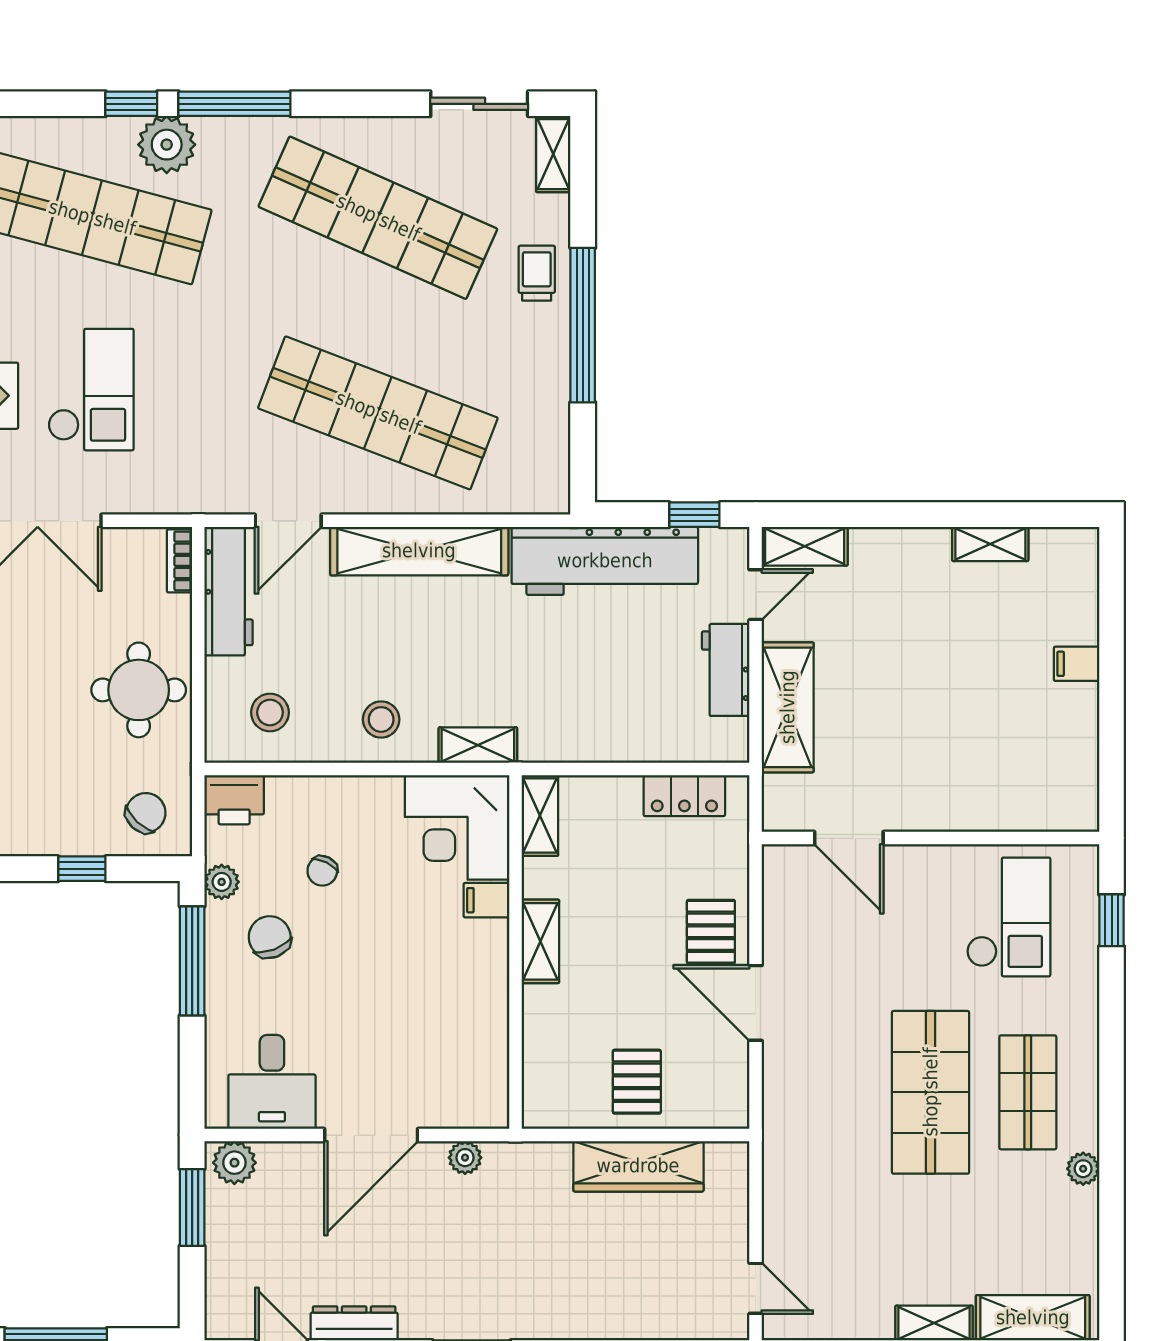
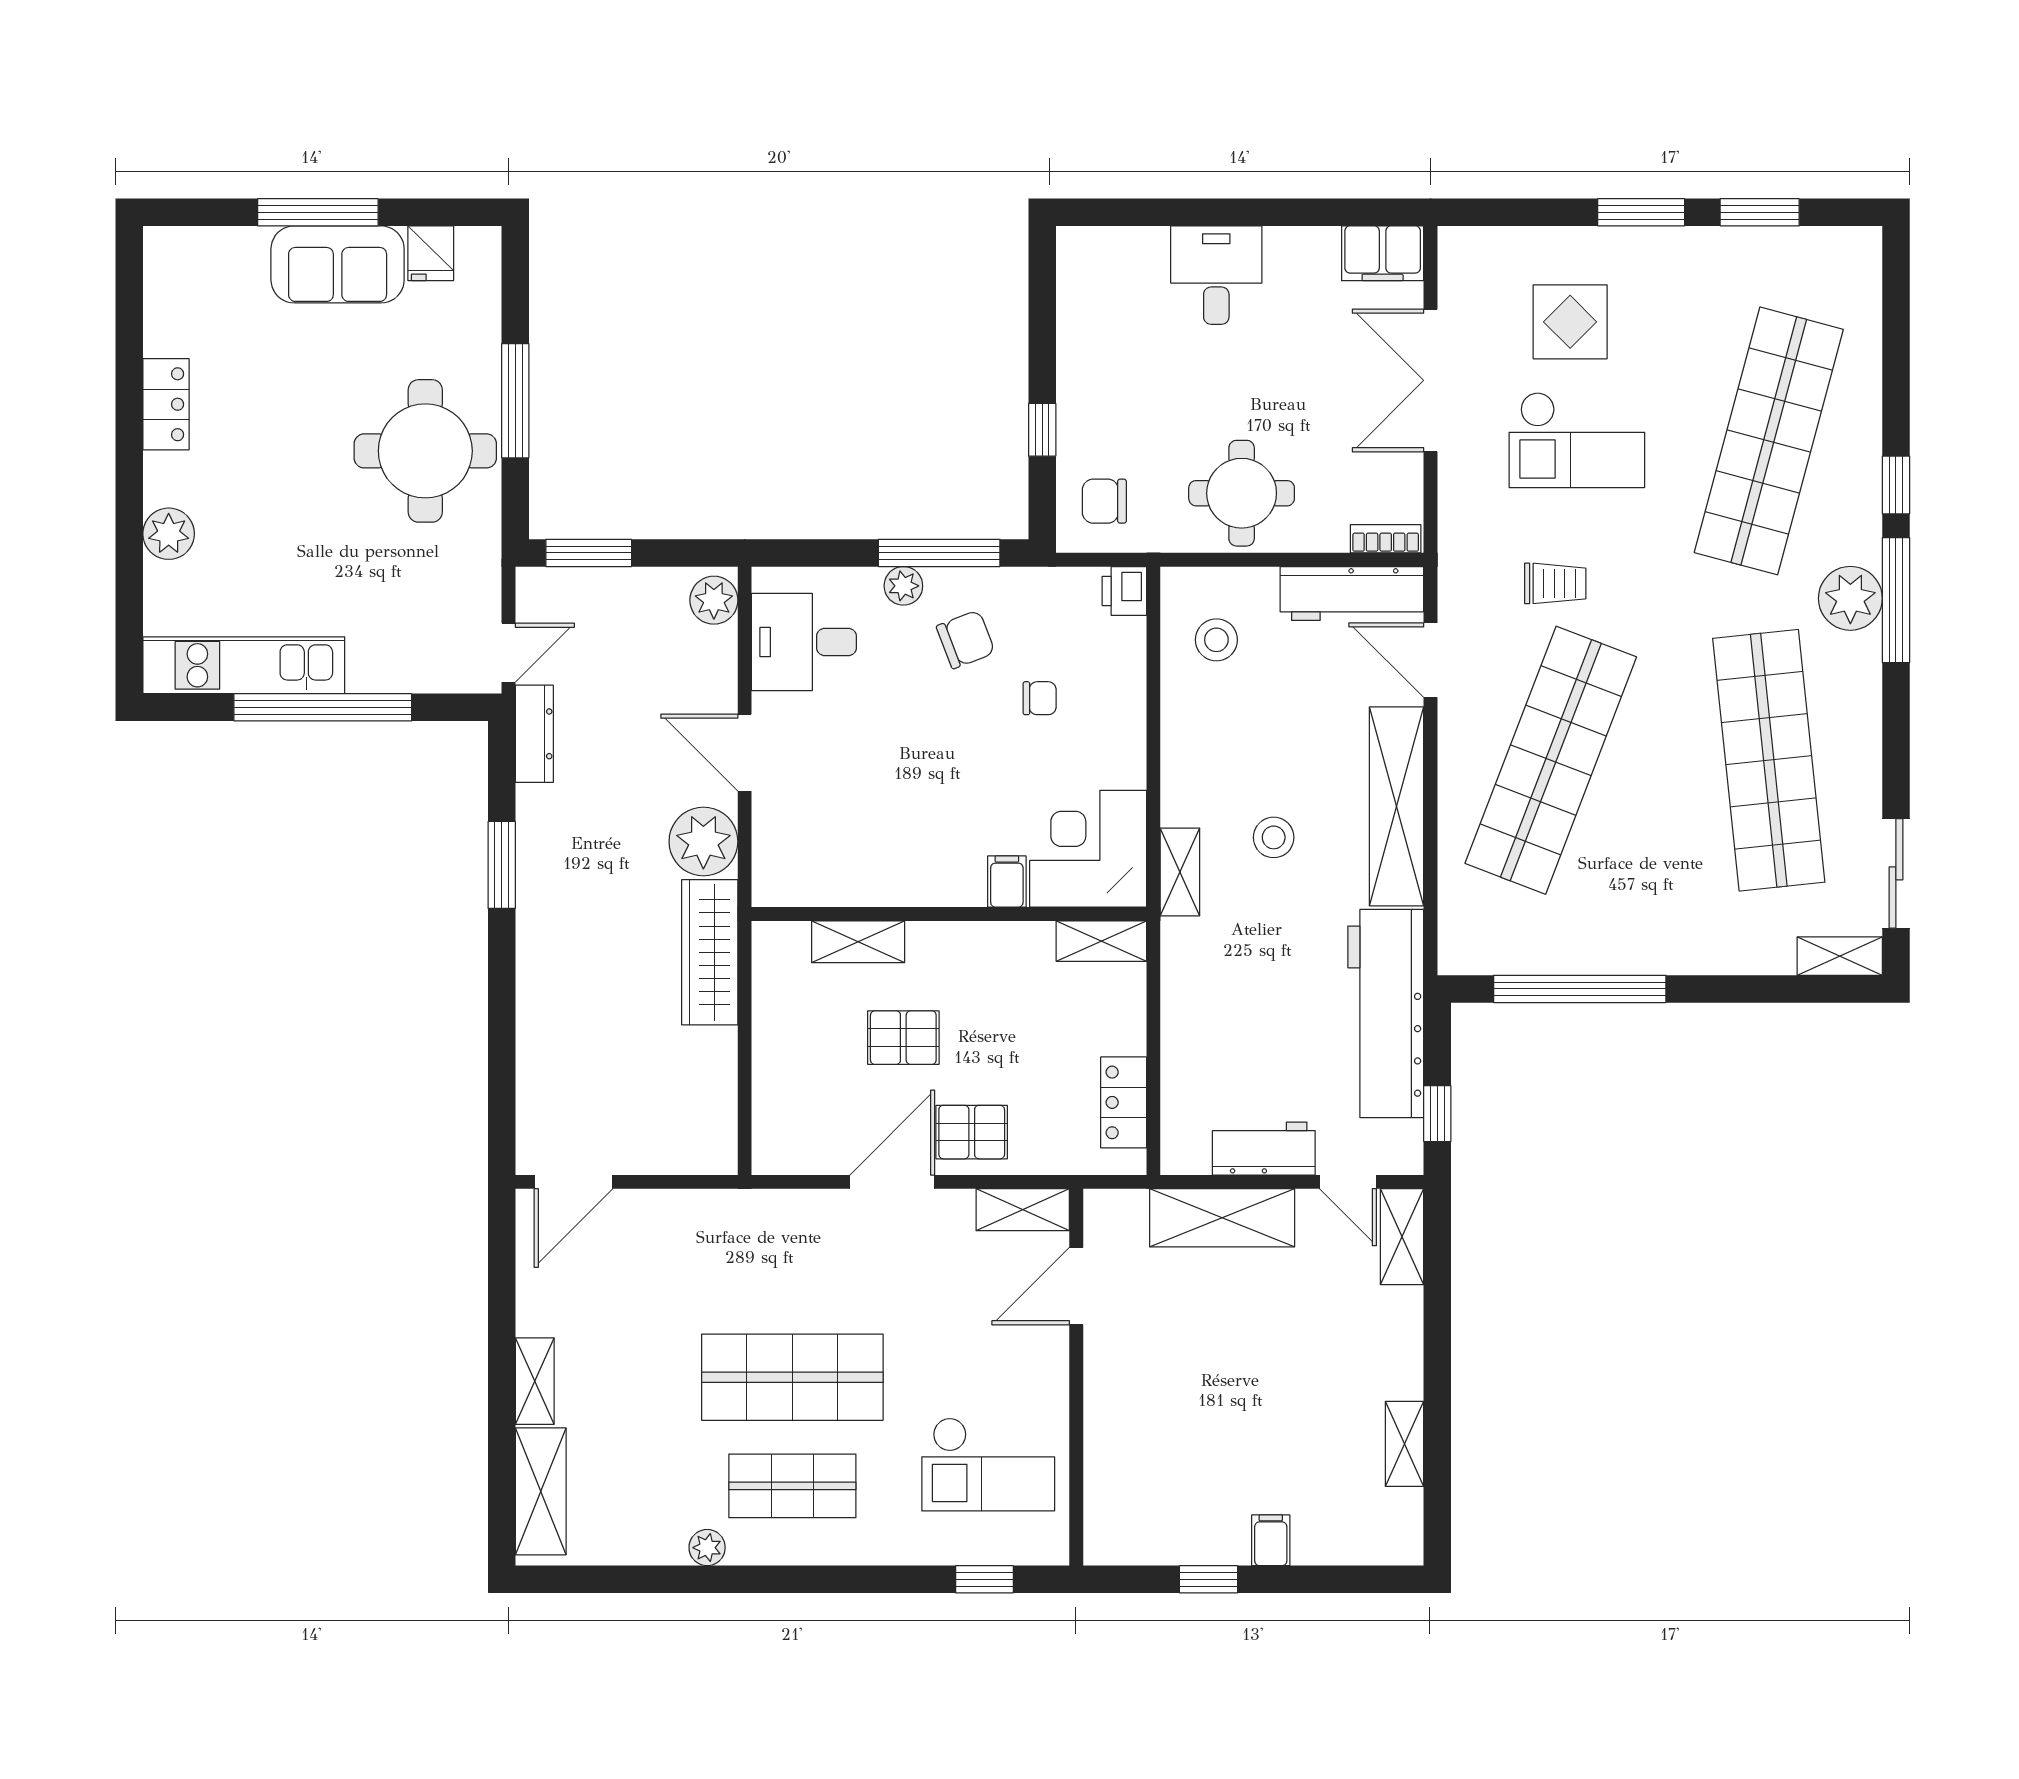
plant: (167, 145) -> (1850, 598), moved
shop shelf: (378, 218) -> (1769, 760), turned -30
trolley: (537, 273) -> (1555, 583), moved
window: (583, 325) -> (1580, 989), moved
stool: (381, 719) -> (1274, 837), moved
window: (1112, 720) -> (1208, 1579), added
printer: (234, 800) -> (1124, 591), width x0.73, depth x0.81
chair: (146, 813) -> (1104, 501), turned 137
chair: (322, 871) -> (1040, 698), turned 153
plant: (222, 882) -> (903, 586), moved
shelving: (780, 886) -> (1023, 1210), added
shelving: (540, 941) -> (858, 942), moved
pallet: (637, 1082) -> (903, 1038), moved
door: (371, 1135) -> (745, 753), width x0.73
plant: (465, 1158) -> (703, 842), width x1.88, depth x1.88
wardrobe: (638, 1166) -> (710, 952), moved
window: (192, 1207) -> (589, 553), moved
door: (756, 1288) -> (574, 1182), width x1.38

